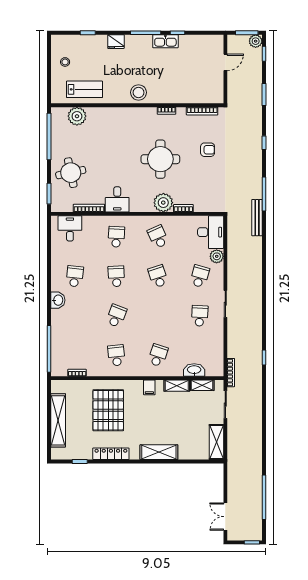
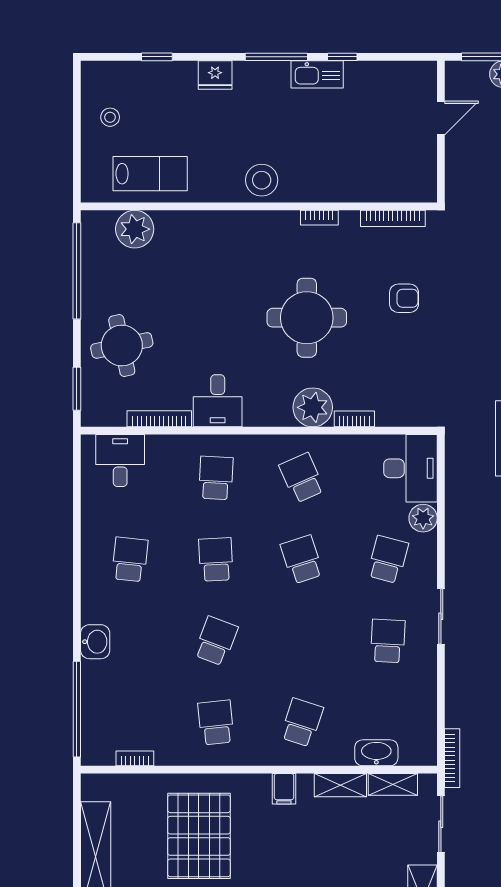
washbasin: (58, 300) -> (95, 642), moved

